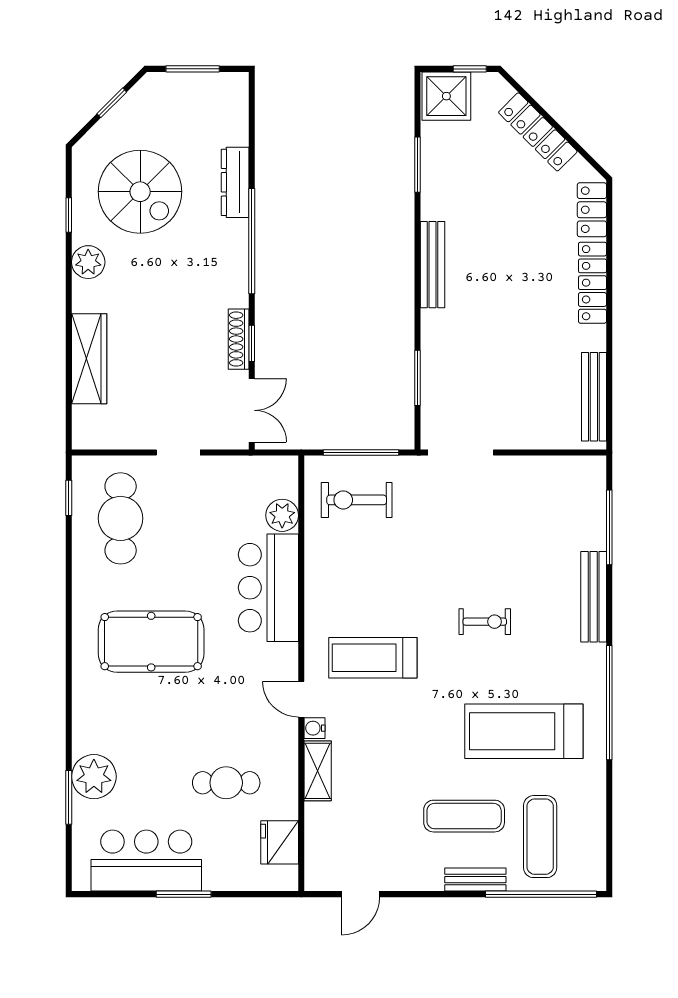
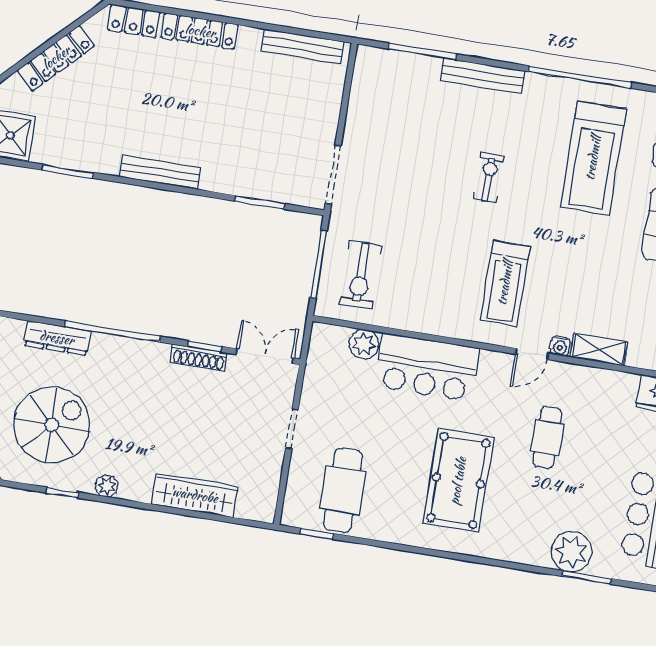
plant: (88, 262) -> (107, 486), width x0.73, depth x0.73
cafe table: (121, 518) -> (343, 490), turned 90
cafe table: (226, 783) -> (547, 438), moved

